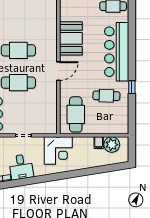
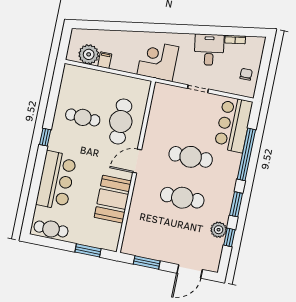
bar counter: (117, 52) -> (56, 180), width x0.73
window: (132, 87) -> (45, 137), moved
cafe table: (76, 114) -> (121, 122), moved

